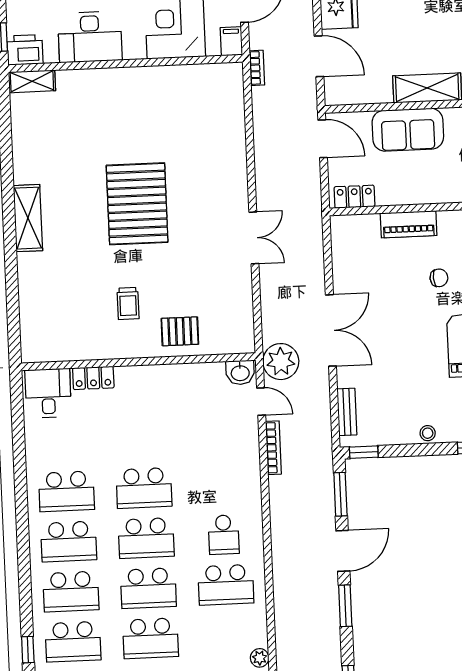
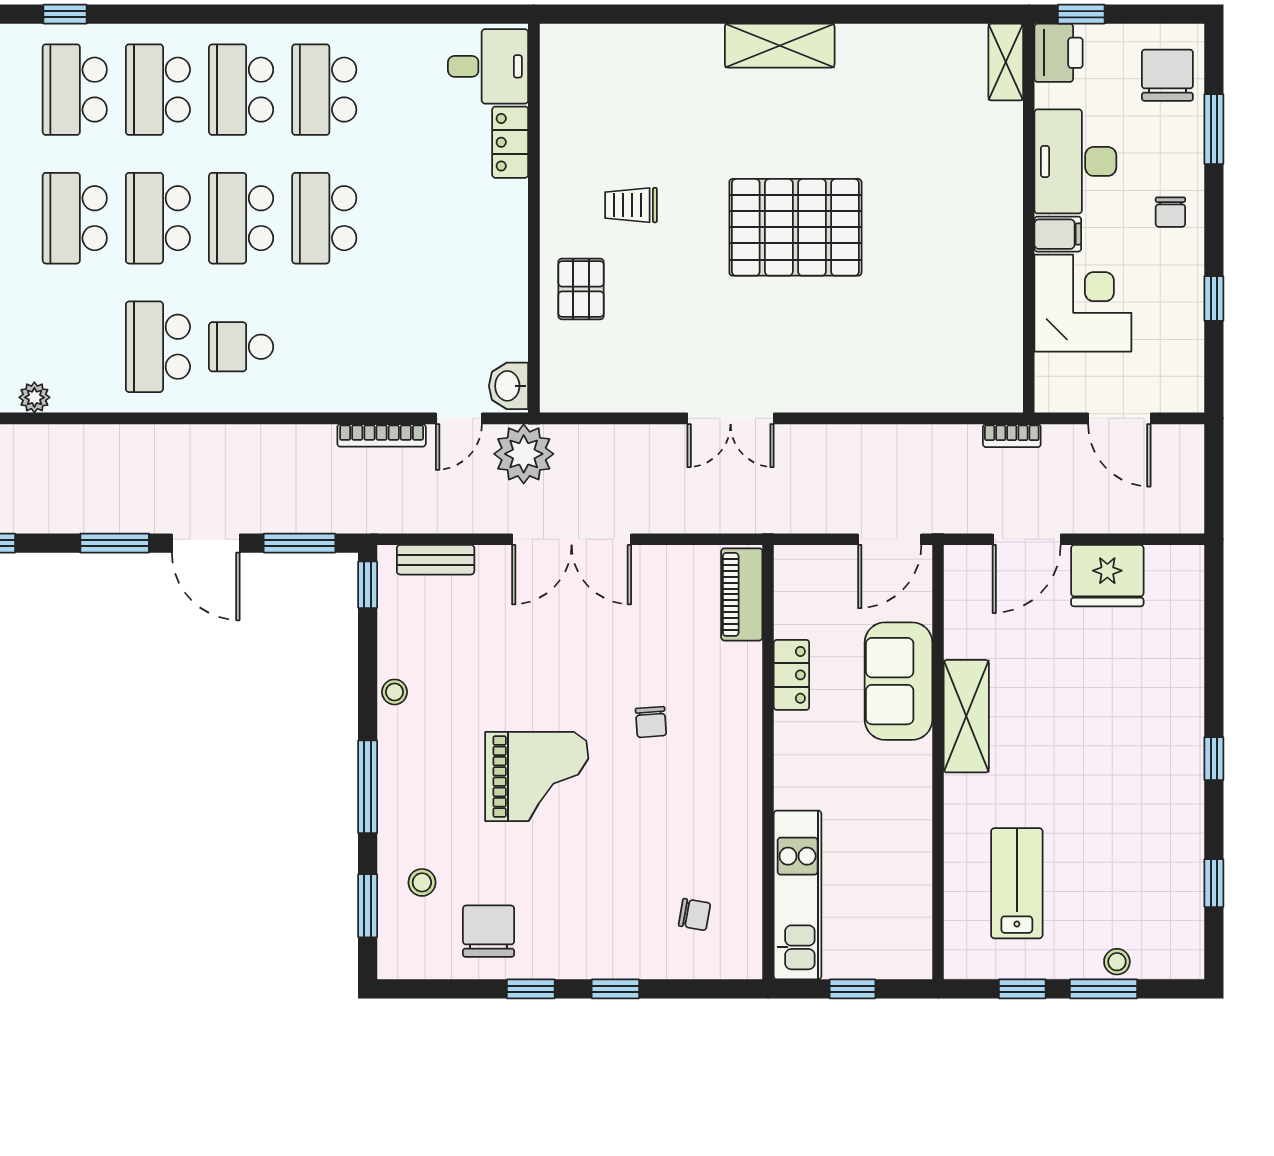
filing cabinet: (231, 41) -> (1058, 234), moved
locker: (354, 197) -> (791, 675), moved
piano: (409, 224) -> (742, 594), moved

